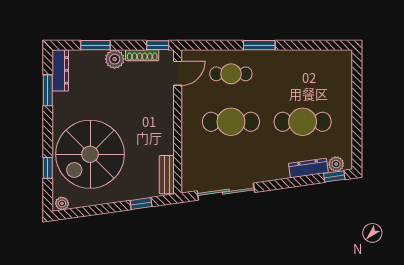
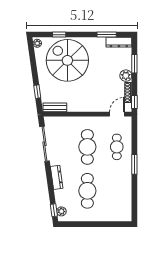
door: (178, 73) -> (117, 114), swing flipped
dresser: (308, 168) -> (57, 177), moved

